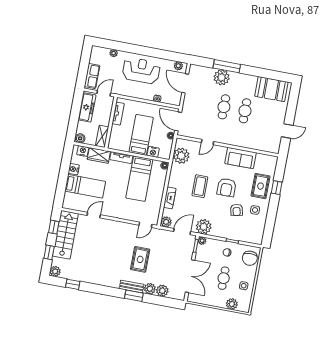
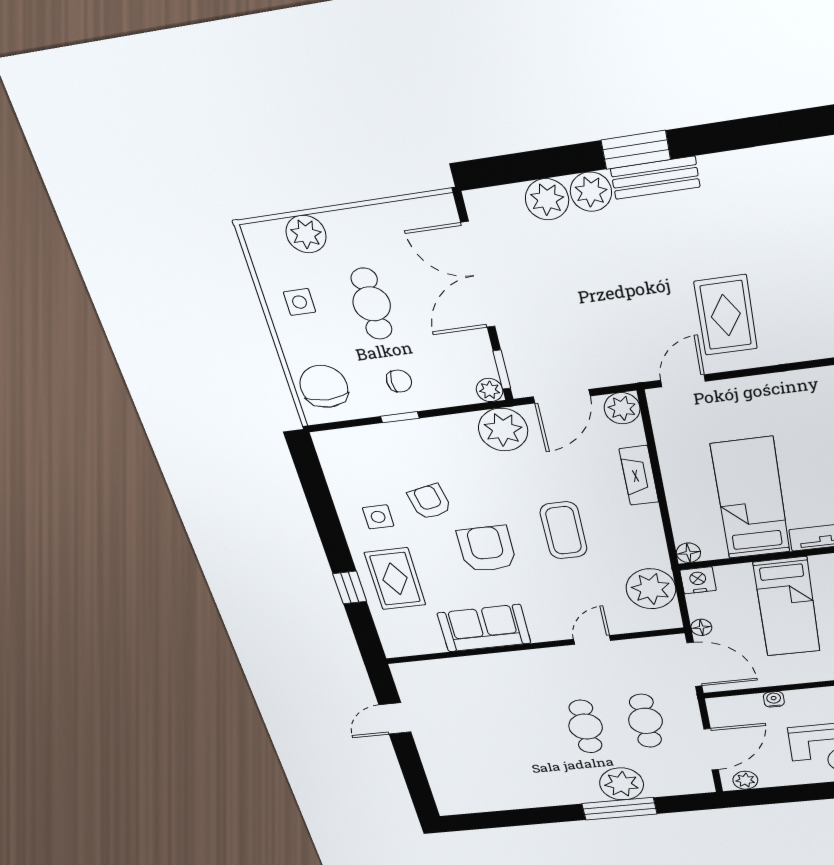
door: (185, 83) -> (711, 749), hinge flipped
booth: (271, 89) -> (483, 792), removed
cafe table: (245, 111) -> (645, 721), moved
nightstand: (153, 152) -> (698, 580), moved
rug: (140, 259) -> (726, 315), moved

